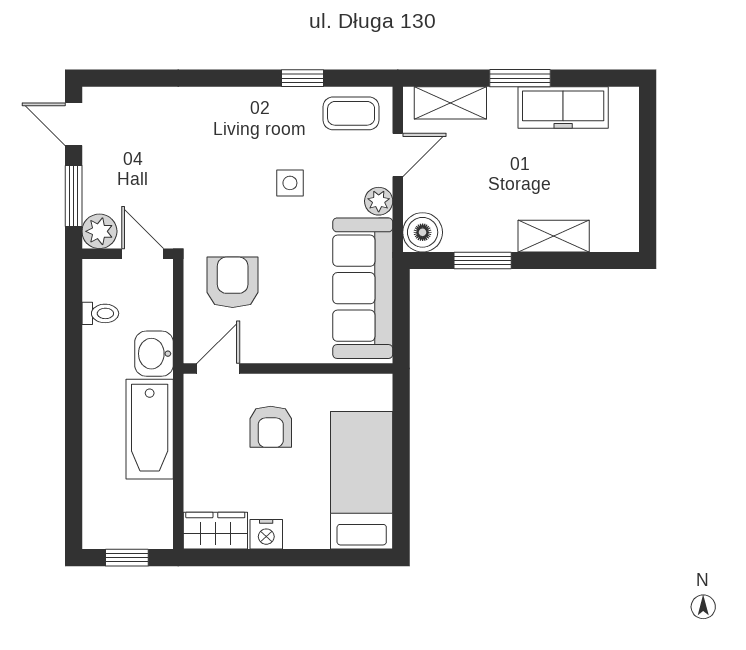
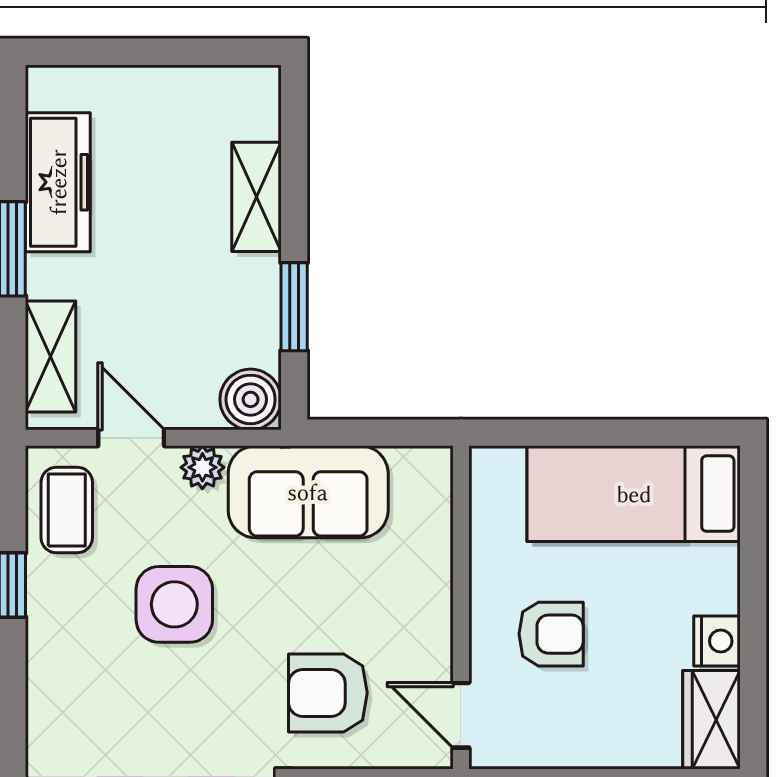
side table: (290, 183) -> (174, 604), width x1.87, depth x1.87
sofa: (363, 288) -> (308, 492), width x0.73

